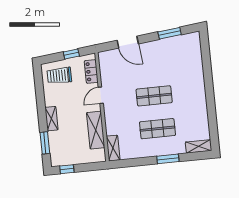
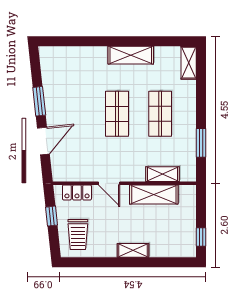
window: (170, 33) -> (39, 101), moved
shelving: (200, 102) -> (131, 55), added
window: (45, 143) -> (164, 262), removed
shelving: (113, 148) -> (162, 174), moved
window: (168, 159) -> (201, 143), moved

